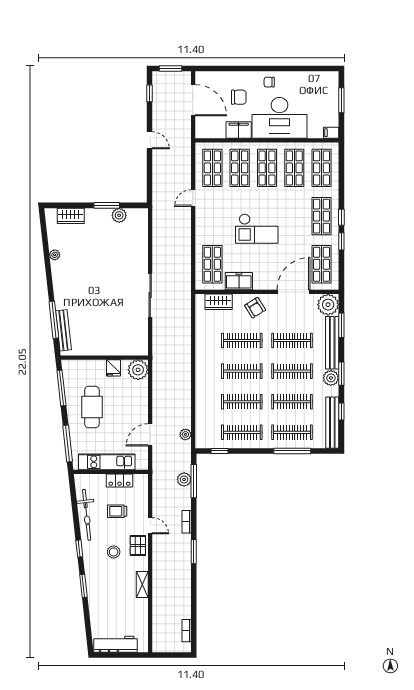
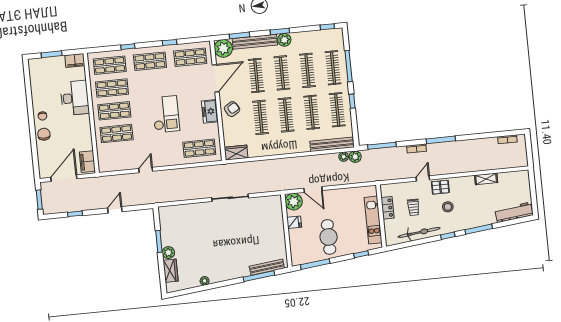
window: (149, 93) -> (75, 214), moved
chair: (239, 97) -> (44, 134), moved
desk: (279, 118) -> (75, 98), width x0.73, depth x0.77
filing cabinet: (239, 130) -> (87, 162), moved
filing cabinet: (331, 133) -> (75, 61), width x2.00
door: (149, 140) -> (115, 210), moved
shop shelf: (212, 168) -> (119, 156), removed
door: (193, 198) -> (146, 170), swing flipped
plant: (119, 215) -> (168, 253), moved
window: (341, 217) -> (128, 47), moved
freezer: (239, 281) -> (210, 111), moved
door: (293, 292) -> (216, 78), swing flipped
wardrobe: (219, 302) -> (236, 153), moved, turned -90
cafe table: (92, 407) -> (329, 237), turned 90
window: (341, 412) -> (327, 27), moved
bench: (332, 423) -> (332, 144), moved
door: (150, 435) -> (313, 189), moved
window: (68, 444) -> (361, 254), width x0.46
window: (220, 451) -> (352, 101), moved
plant: (184, 479) -> (355, 157), moved
window: (194, 552) -> (441, 140), width x1.44
shelving: (142, 585) -> (486, 179), moved
window: (83, 586) -> (479, 229), width x1.44
workbench: (115, 644) -> (514, 212), moved, turned 84

